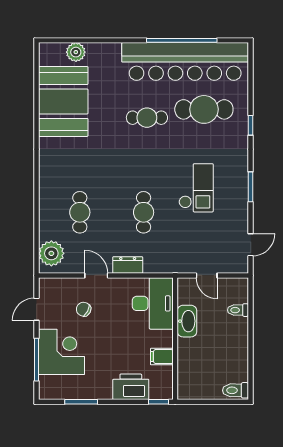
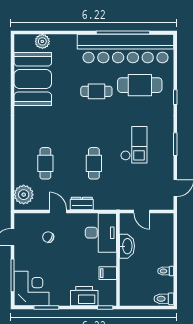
toilet: (238, 310) -> (166, 271), moved
corner desk: (61, 352) -> (31, 289), moved

